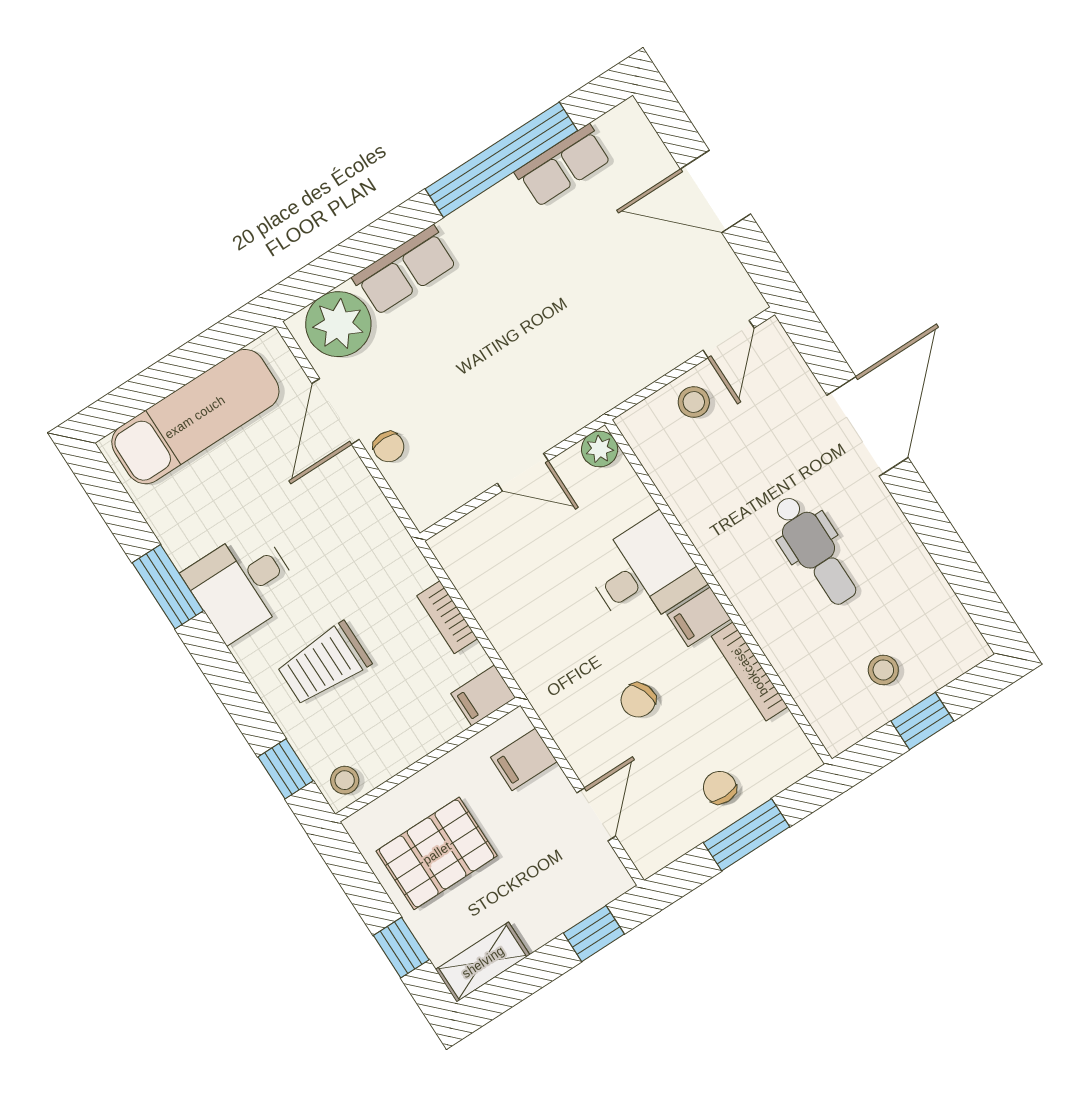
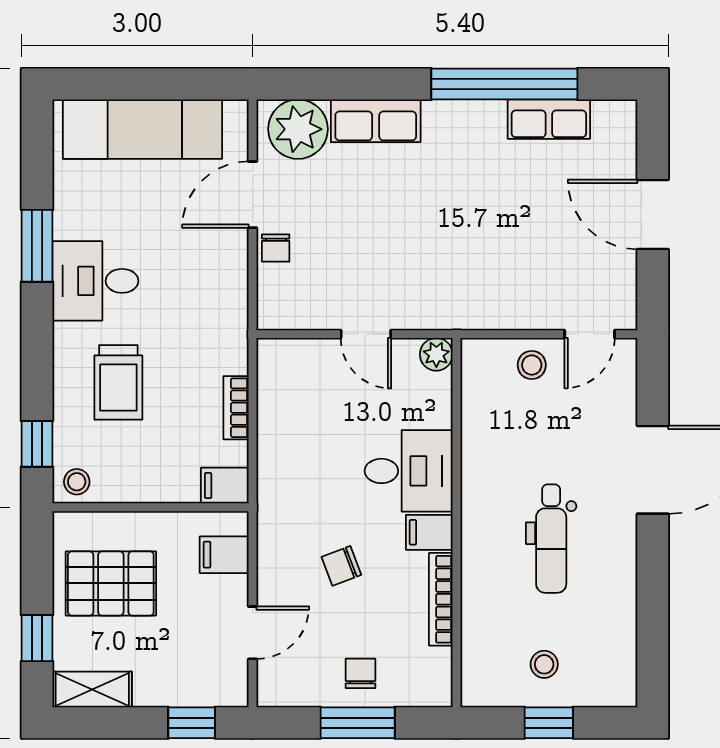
trolley: (324, 664) -> (118, 382), turned -90

